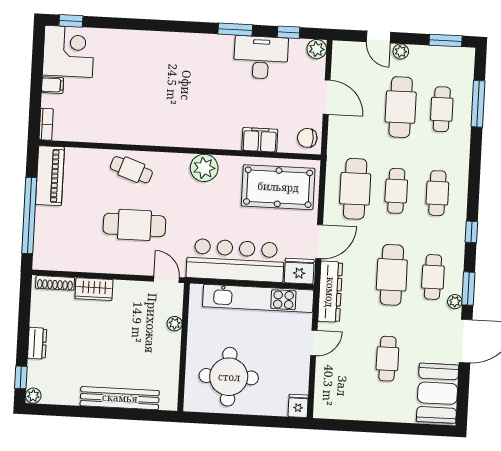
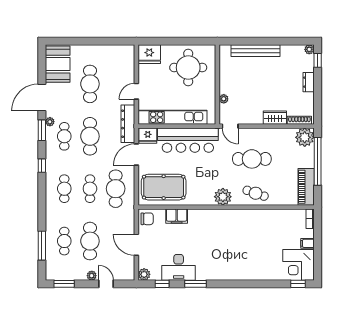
plant: (204, 168) -> (223, 197), moved
plant: (48, 255) -> (305, 137), added
cafe table: (387, 359) -> (90, 84), width x1.37, depth x1.35
fridge: (298, 406) -> (149, 54), width x1.88, depth x1.34

